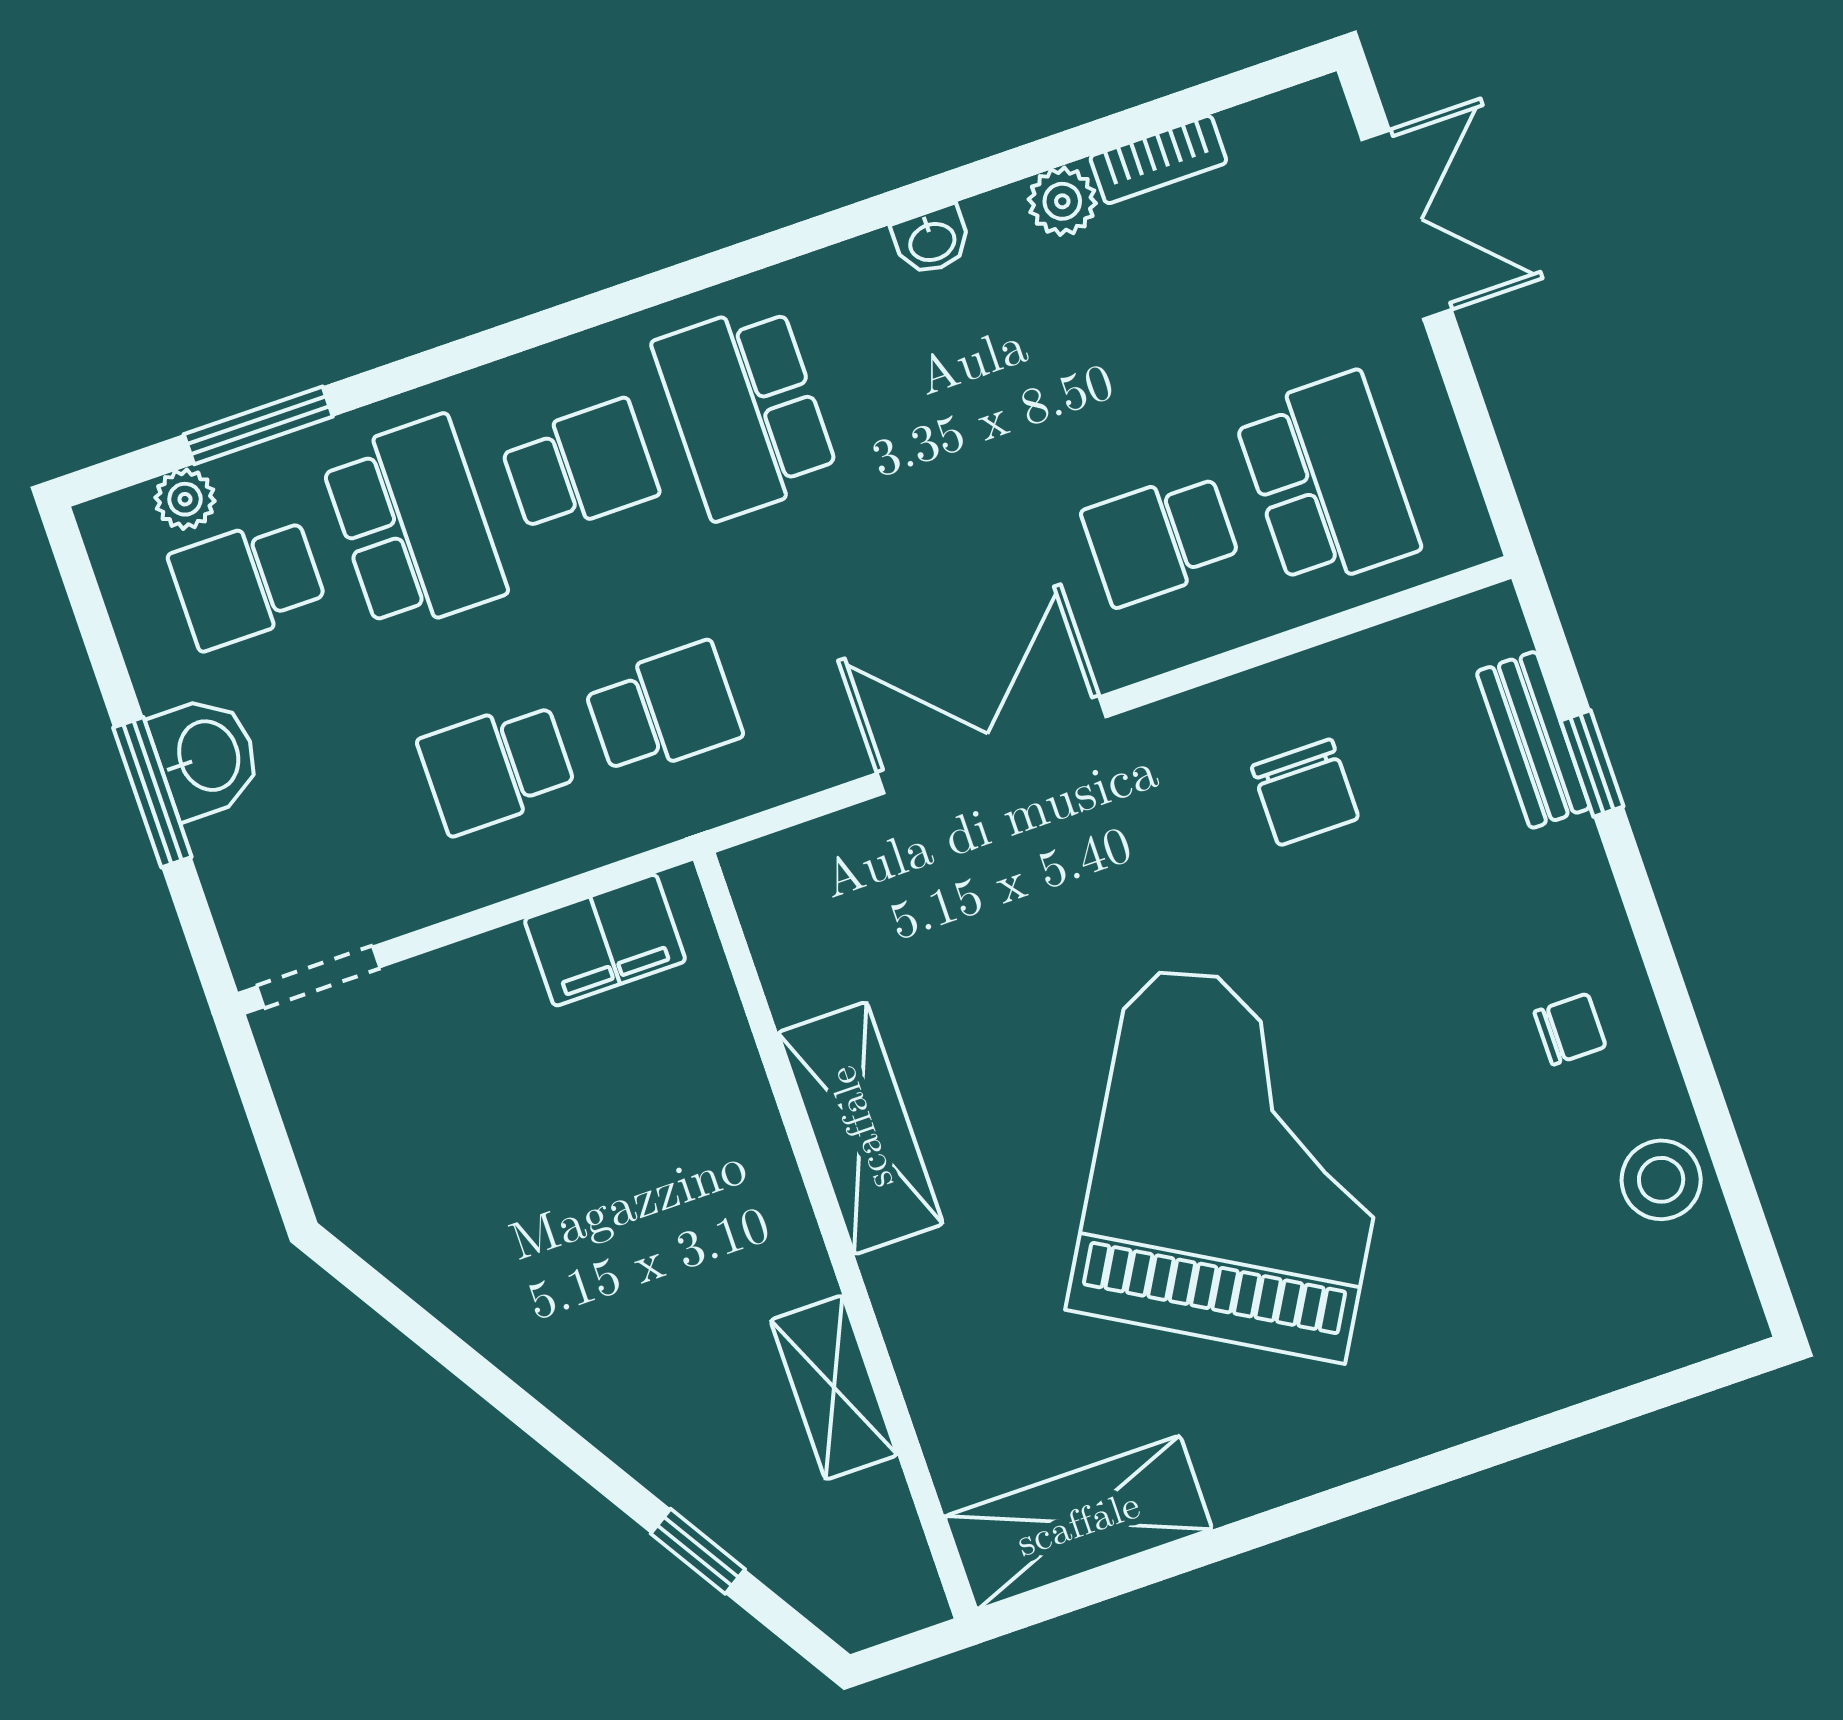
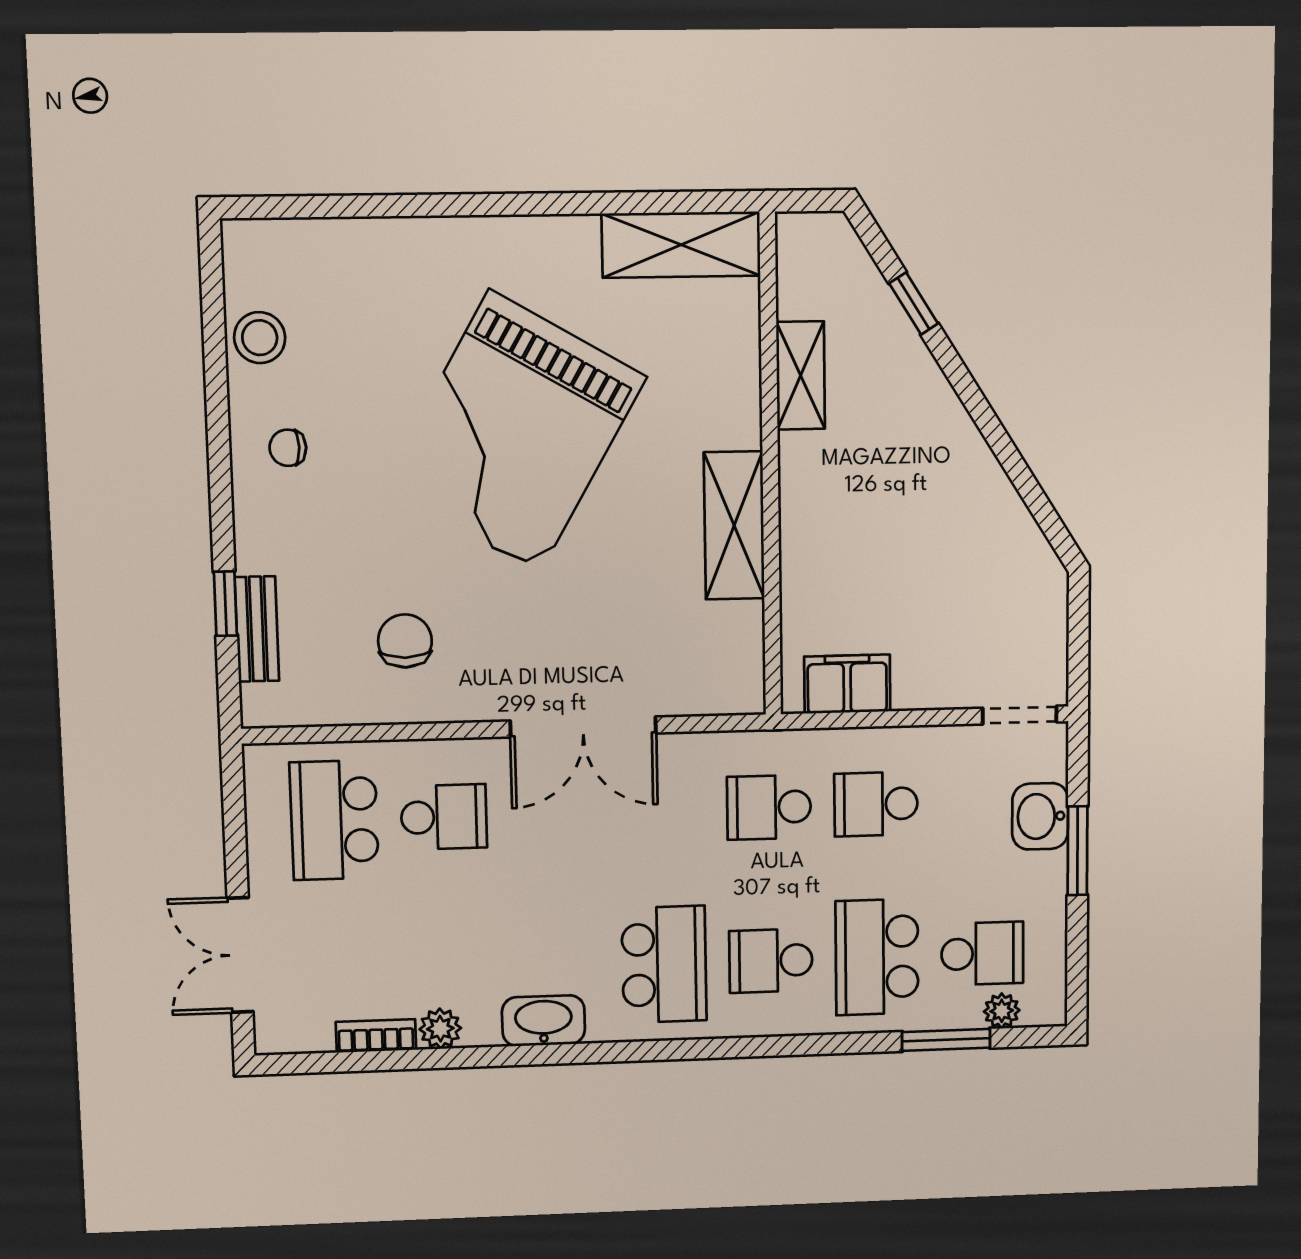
washbasin: (932, 240) -> (543, 1021), width x1.91, depth x1.45
washbasin: (206, 757) -> (1040, 816), moved
school desk: (497, 767) -> (876, 804), turned 180

